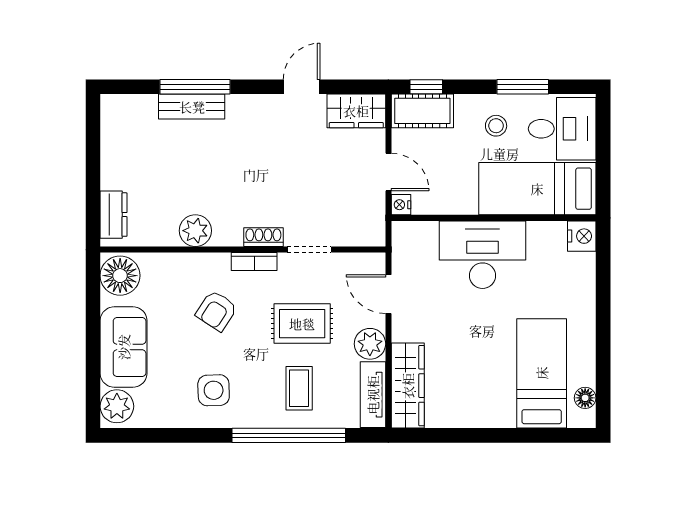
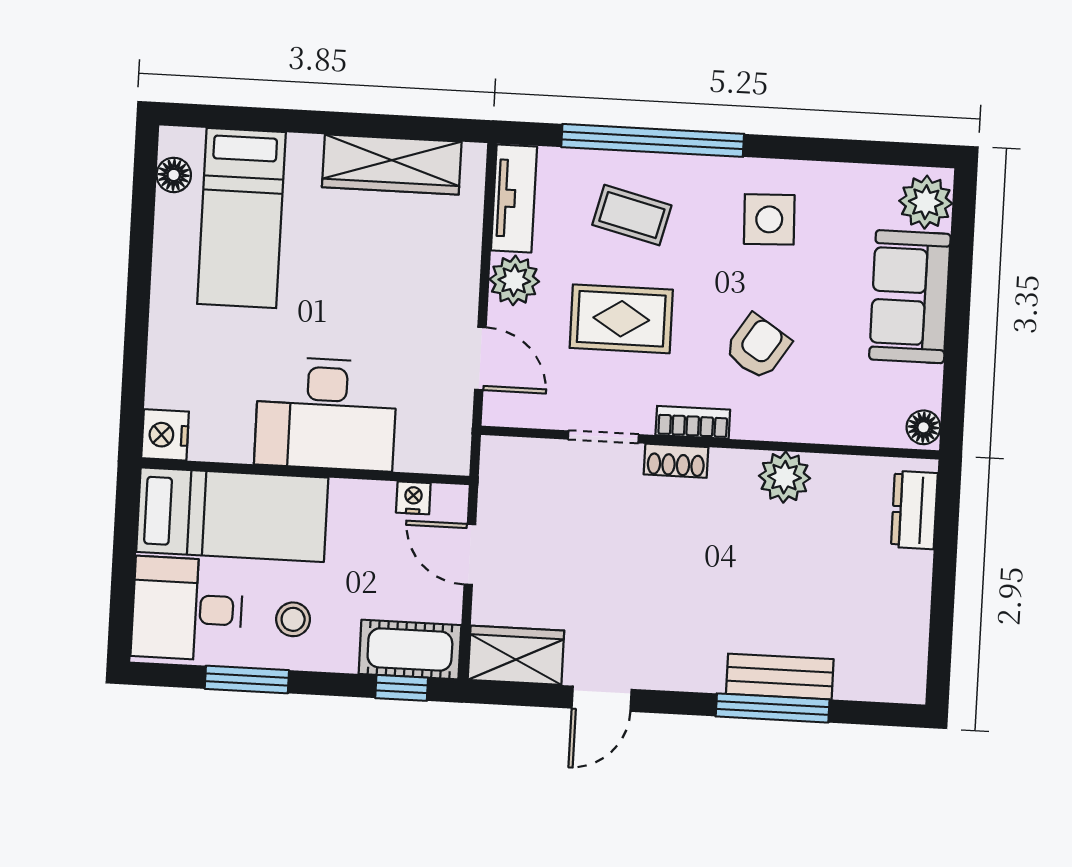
nightstand: (401, 205) -> (413, 498), moved, turned -90
floor lamp: (120, 276) -> (923, 427), width x0.53, depth x0.53
wardrobe: (408, 386) -> (392, 164), moved, turned -90
coffee table: (299, 388) -> (632, 215), turned -76

